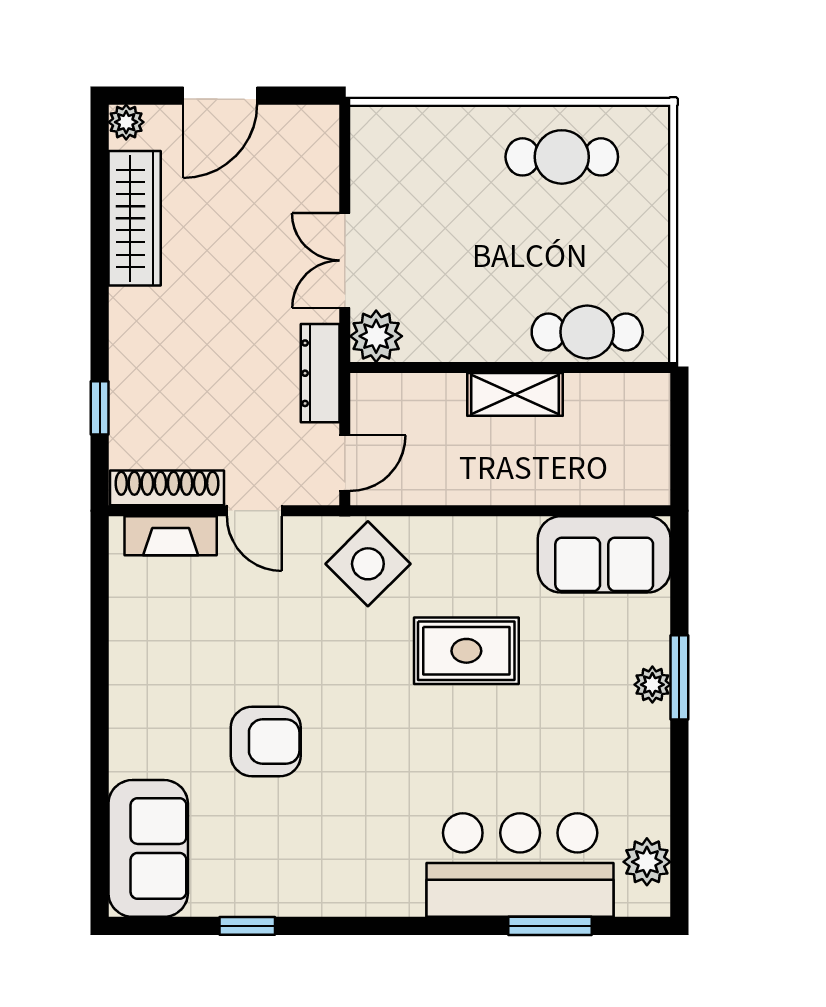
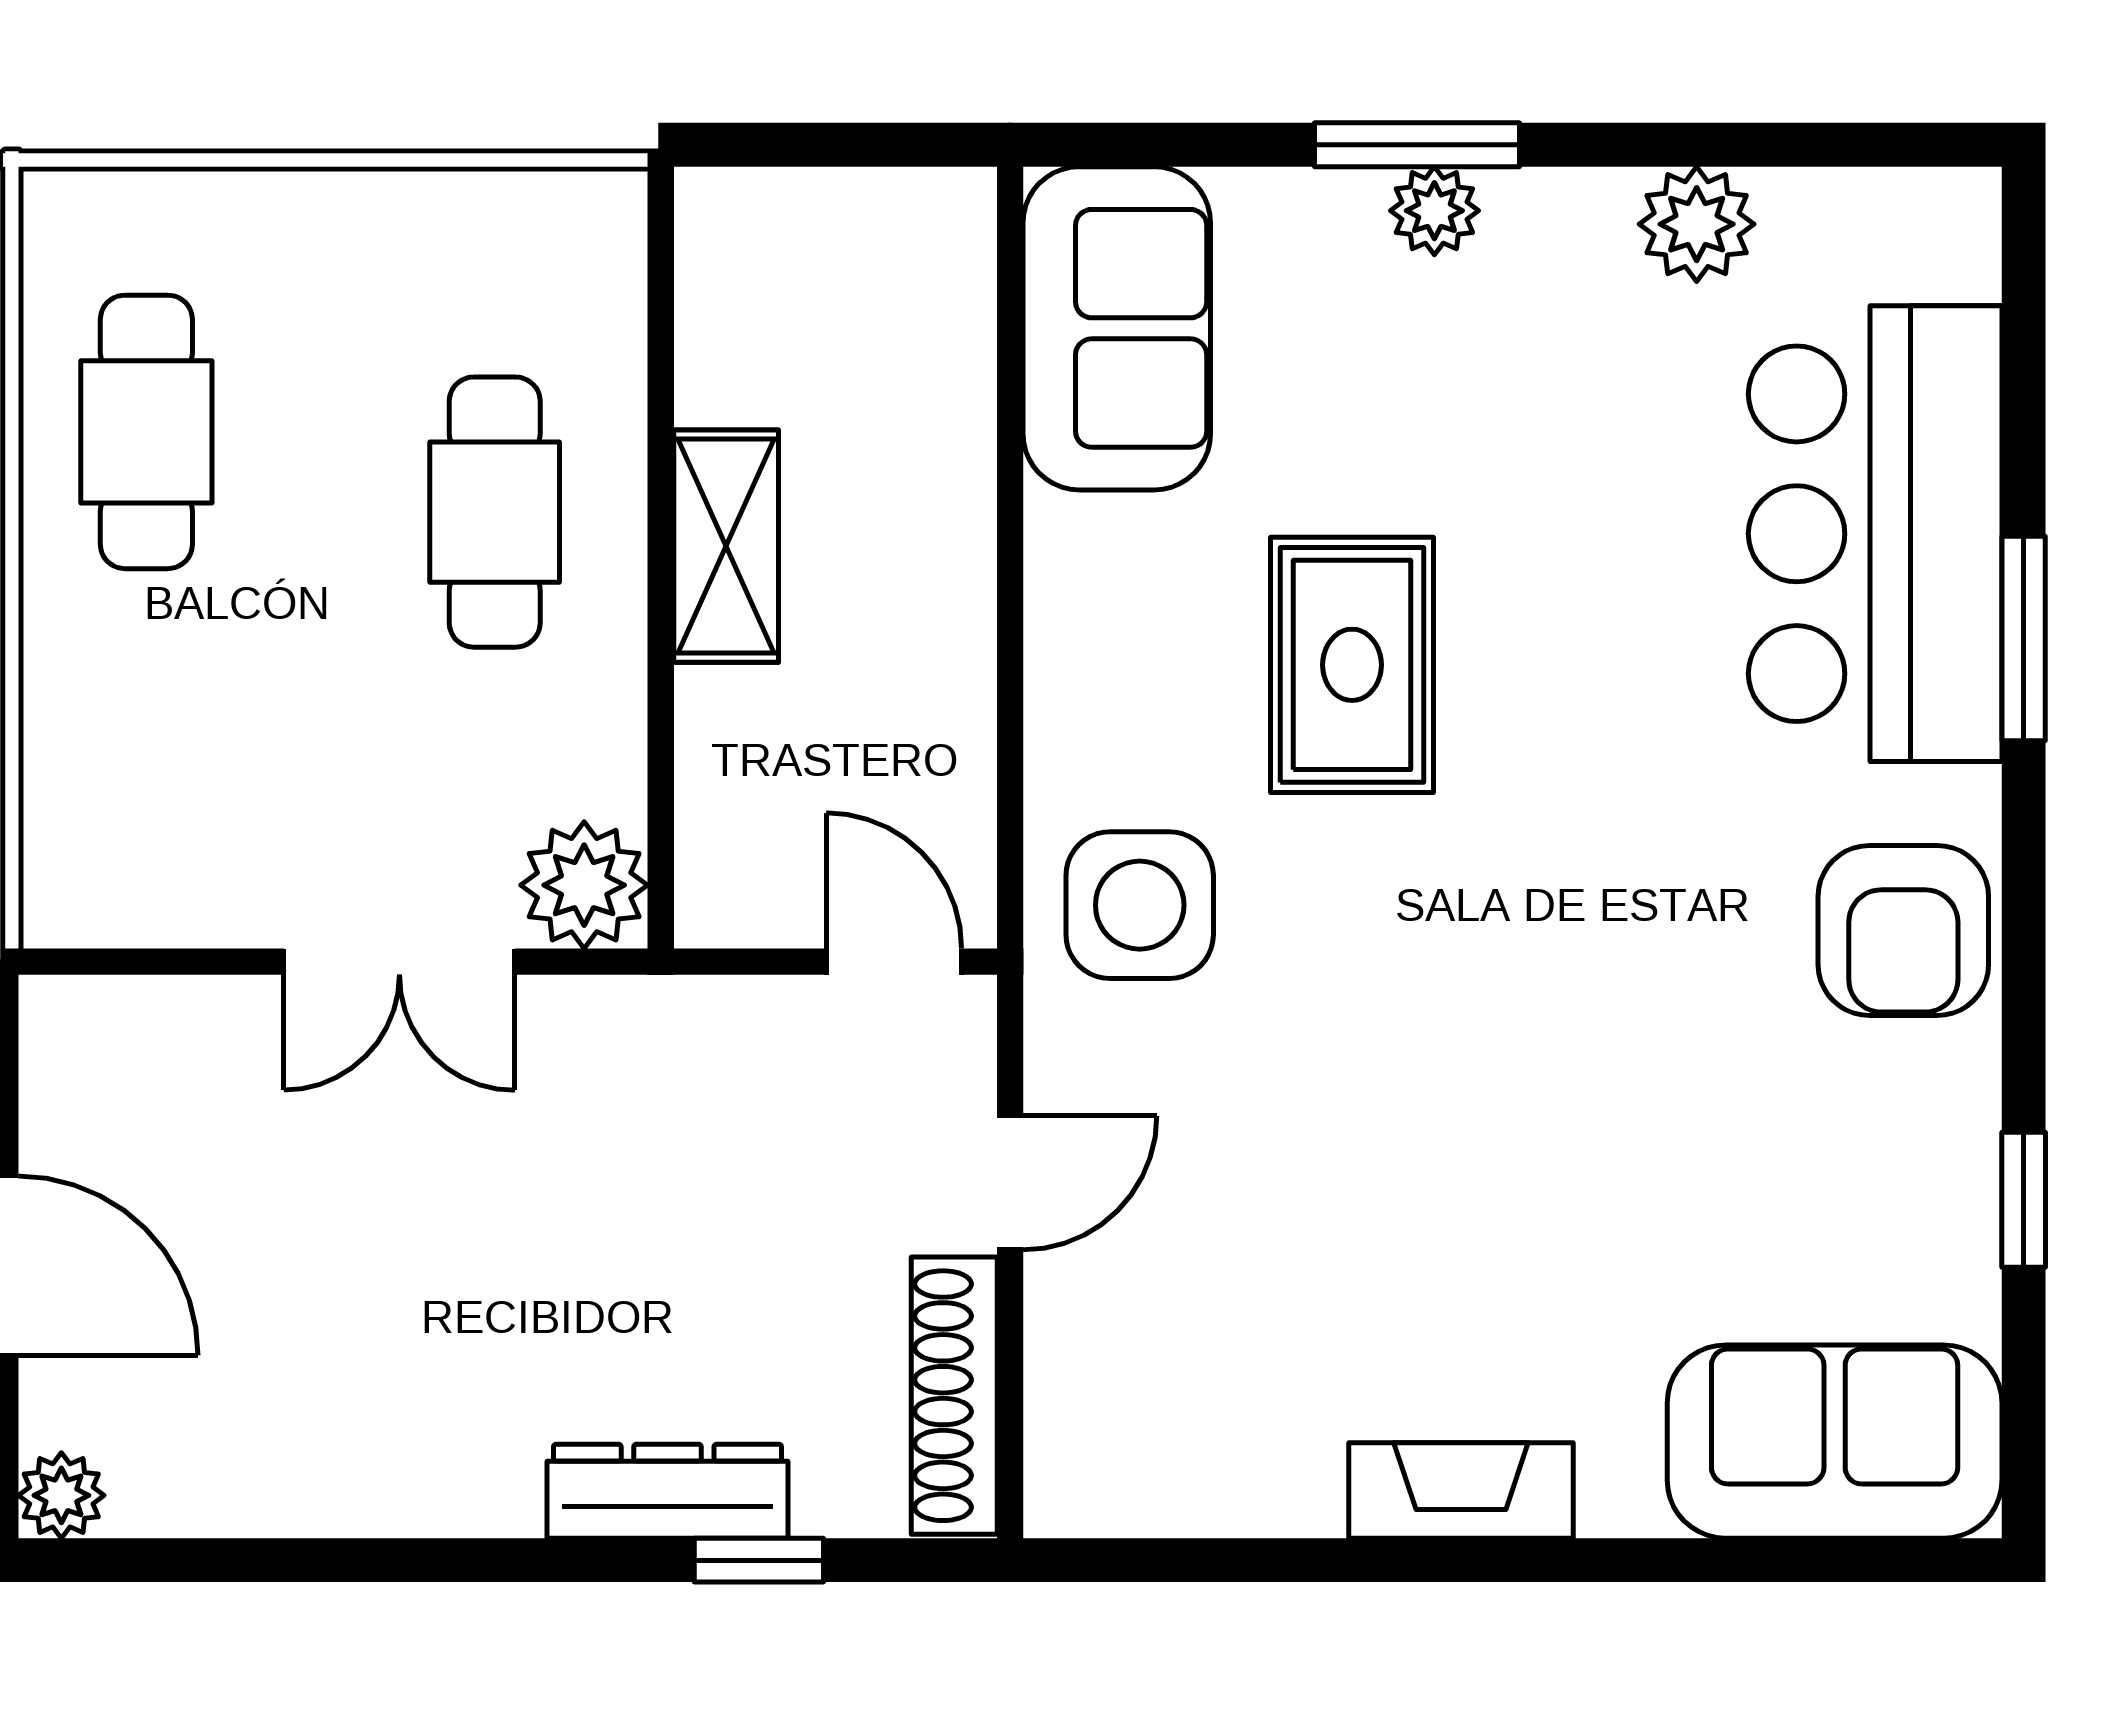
wardrobe: (135, 218) -> (296, 1475), removed
cafe table: (587, 332) -> (495, 512), moved
dresser: (320, 373) -> (668, 1491), moved, turned 180
fireplace: (171, 536) -> (1461, 1490), moved, turned -90
side table: (368, 564) -> (1140, 905), turned 45
armchair: (266, 742) -> (1903, 930), moved, turned 180
plant: (647, 862) -> (1697, 224), moved
window: (550, 926) -> (2024, 638), moved

